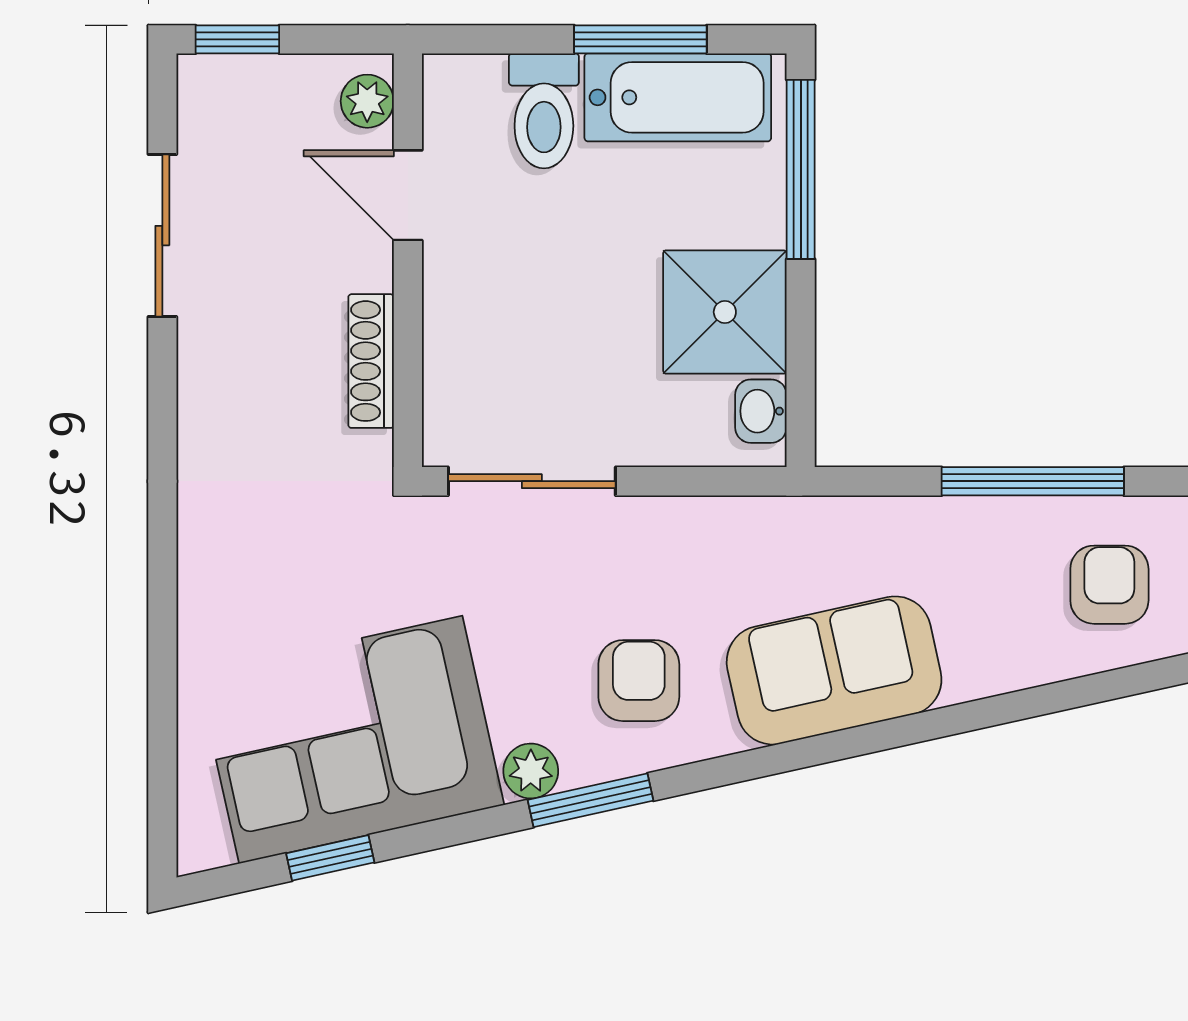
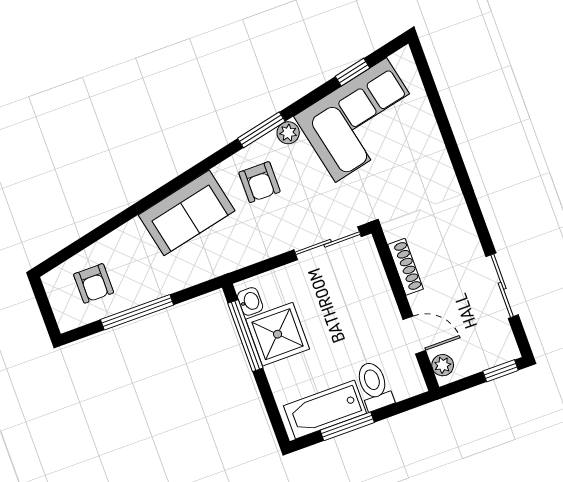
window: (801, 169) -> (245, 336), moved

